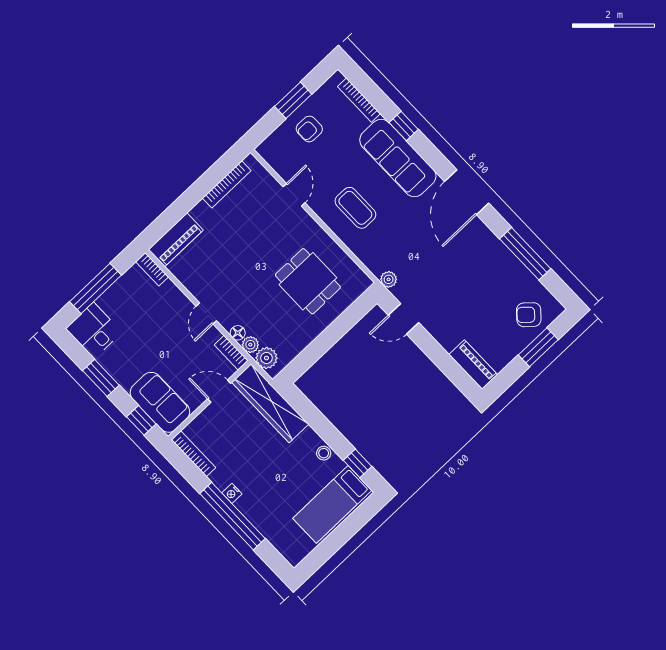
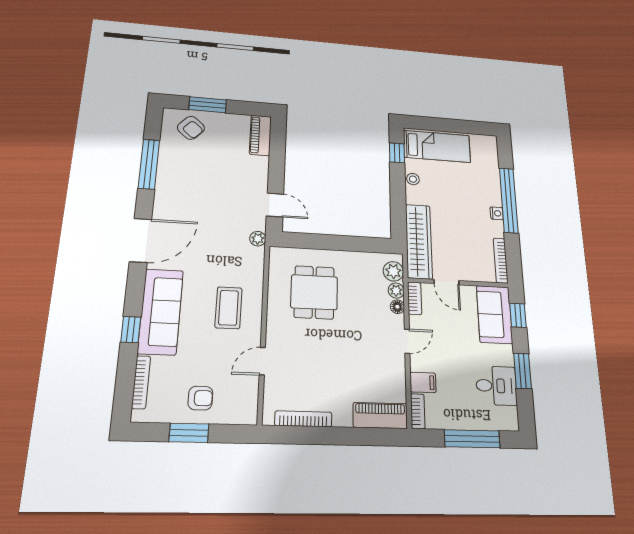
filing cabinet: (167, 294) -> (423, 382), added
desk: (94, 330) -> (496, 386), moved, turned -90

